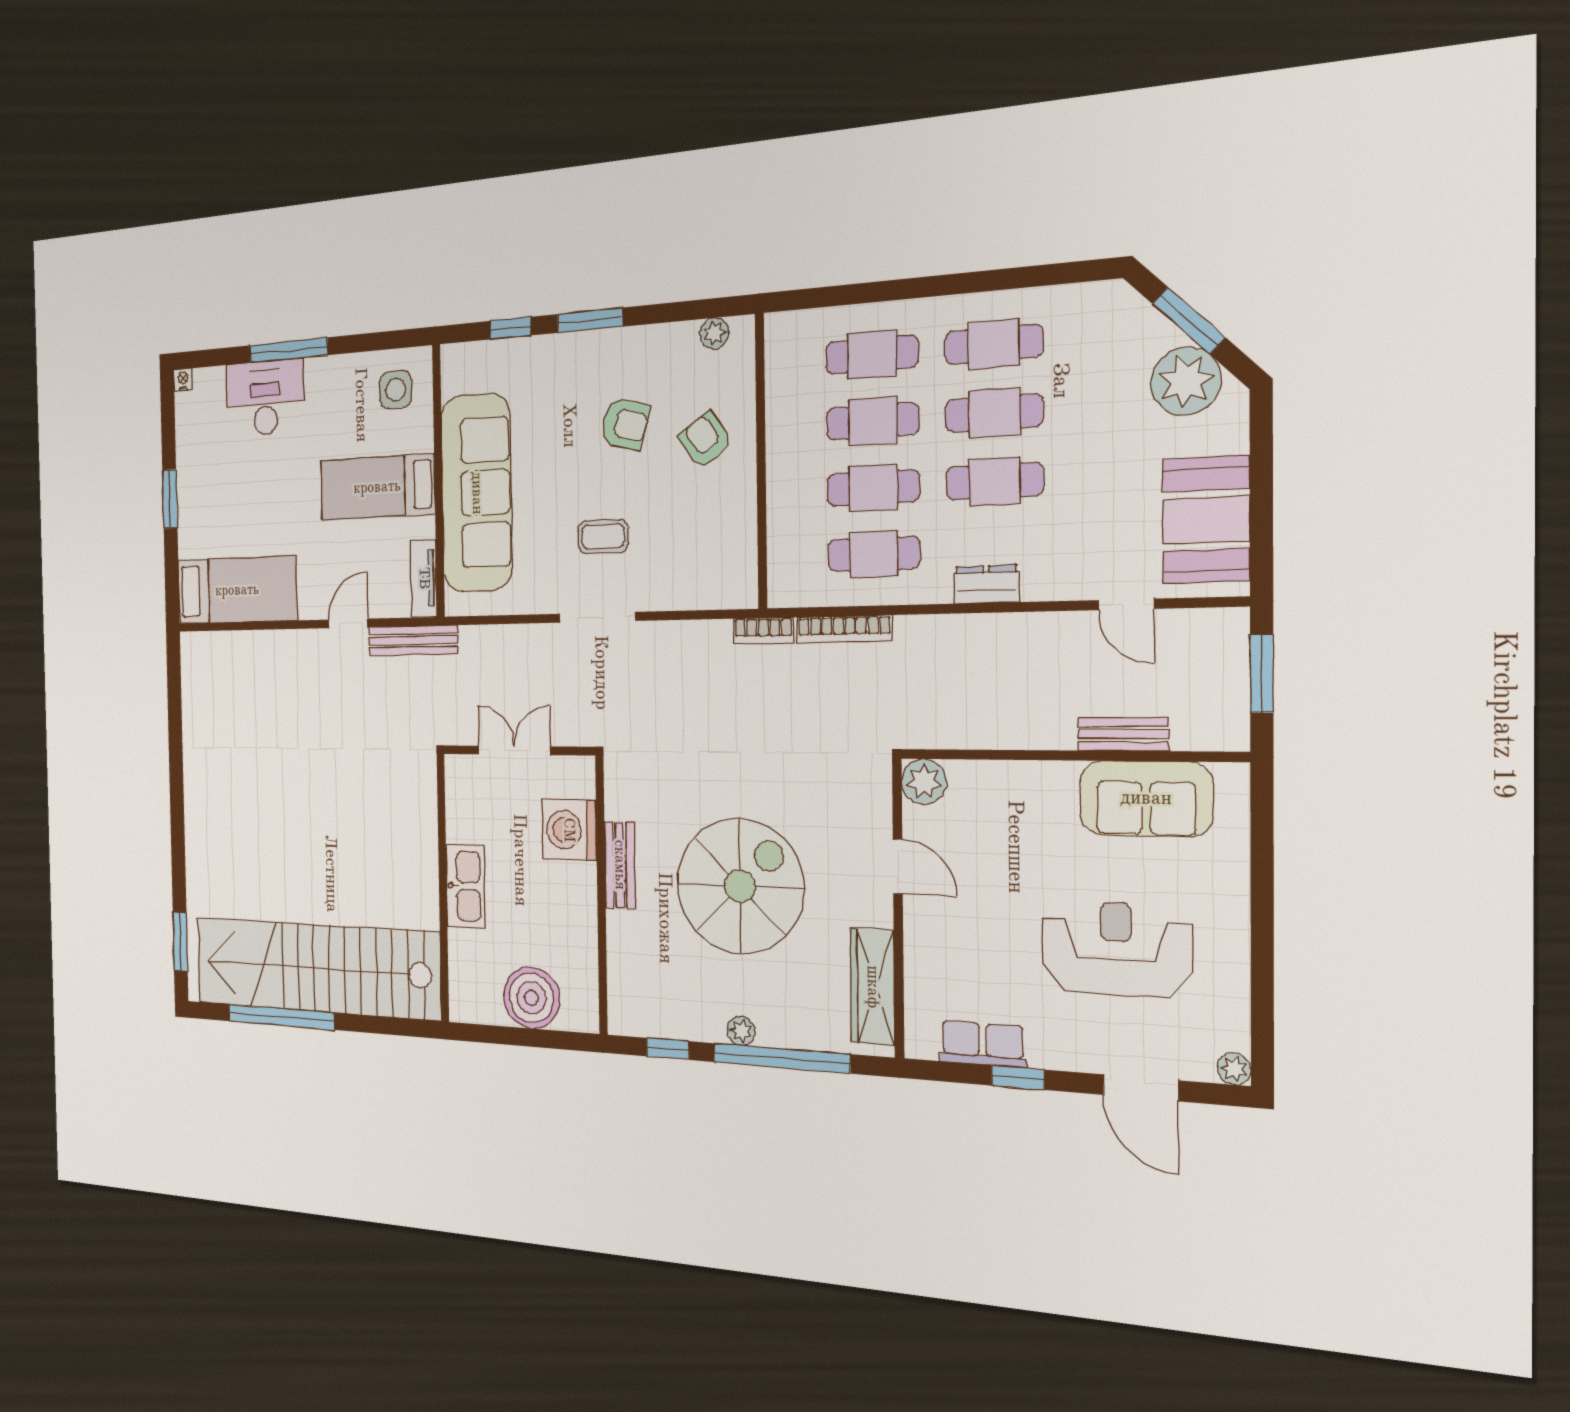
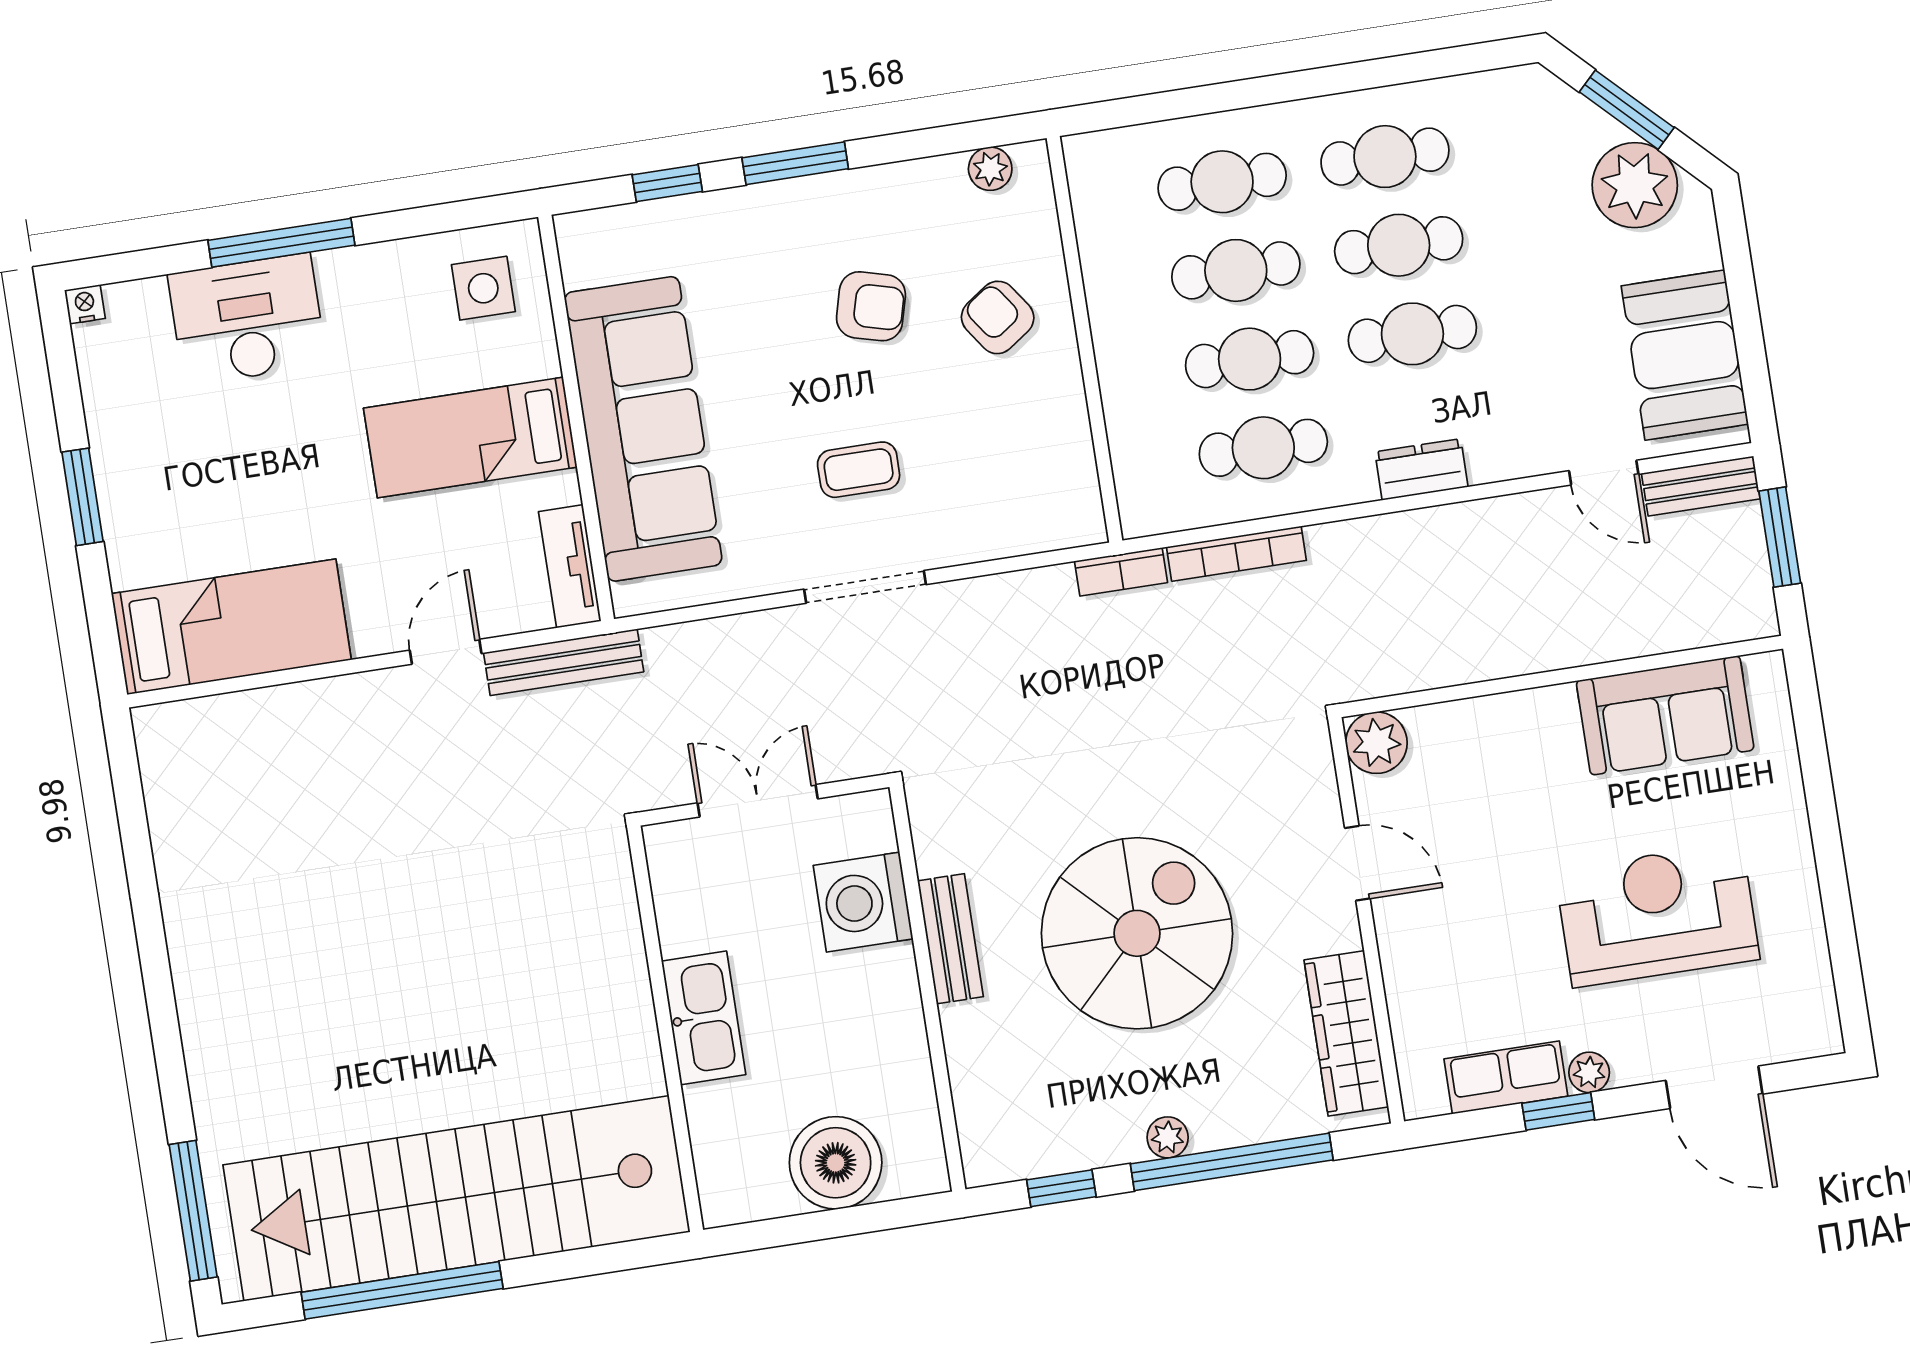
bench: (1123, 734) -> (1701, 486), moved
window: (180, 942) -> (193, 1211), width x1.44
plant: (1234, 1069) -> (1589, 1072), moved

